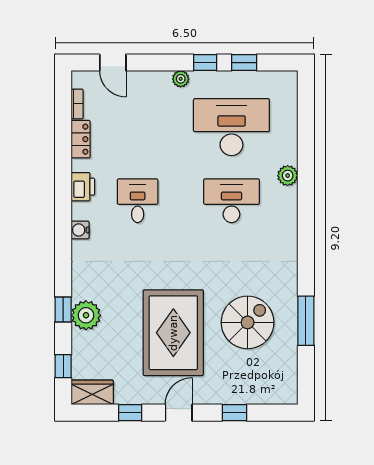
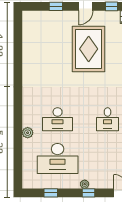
window: (205, 63) -> (88, 193), moved
window: (306, 321) -> (18, 55), removed
spiral stairs: (248, 322) -> (49, 54), removed

